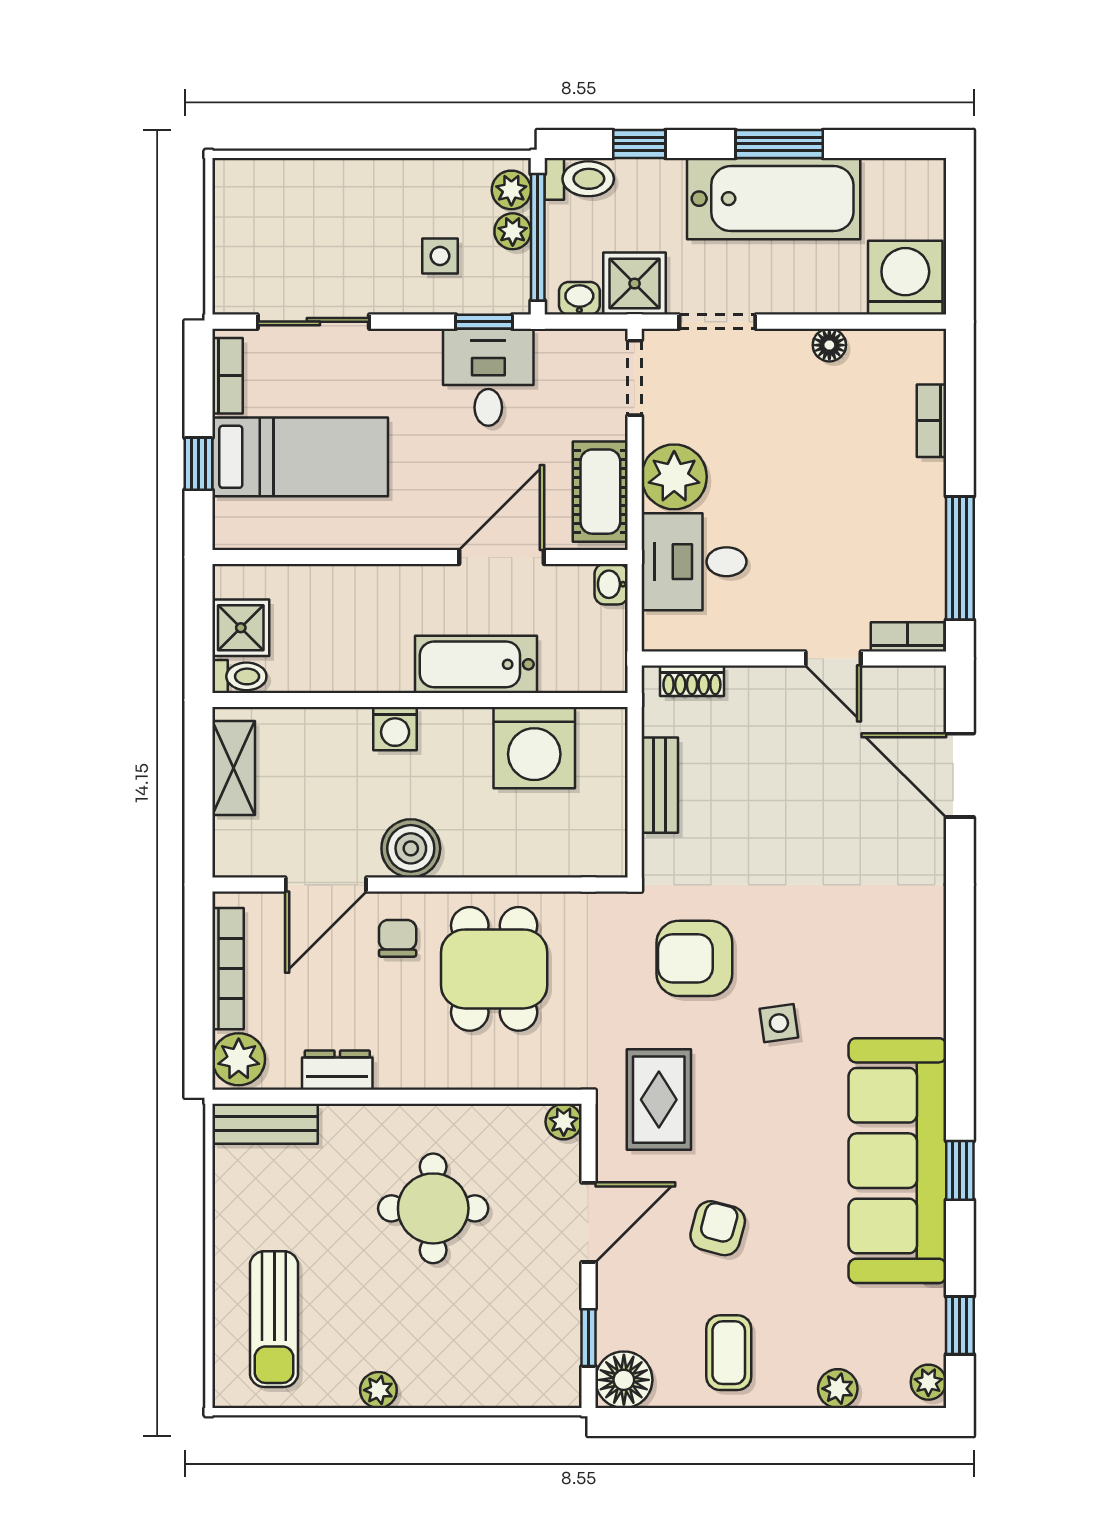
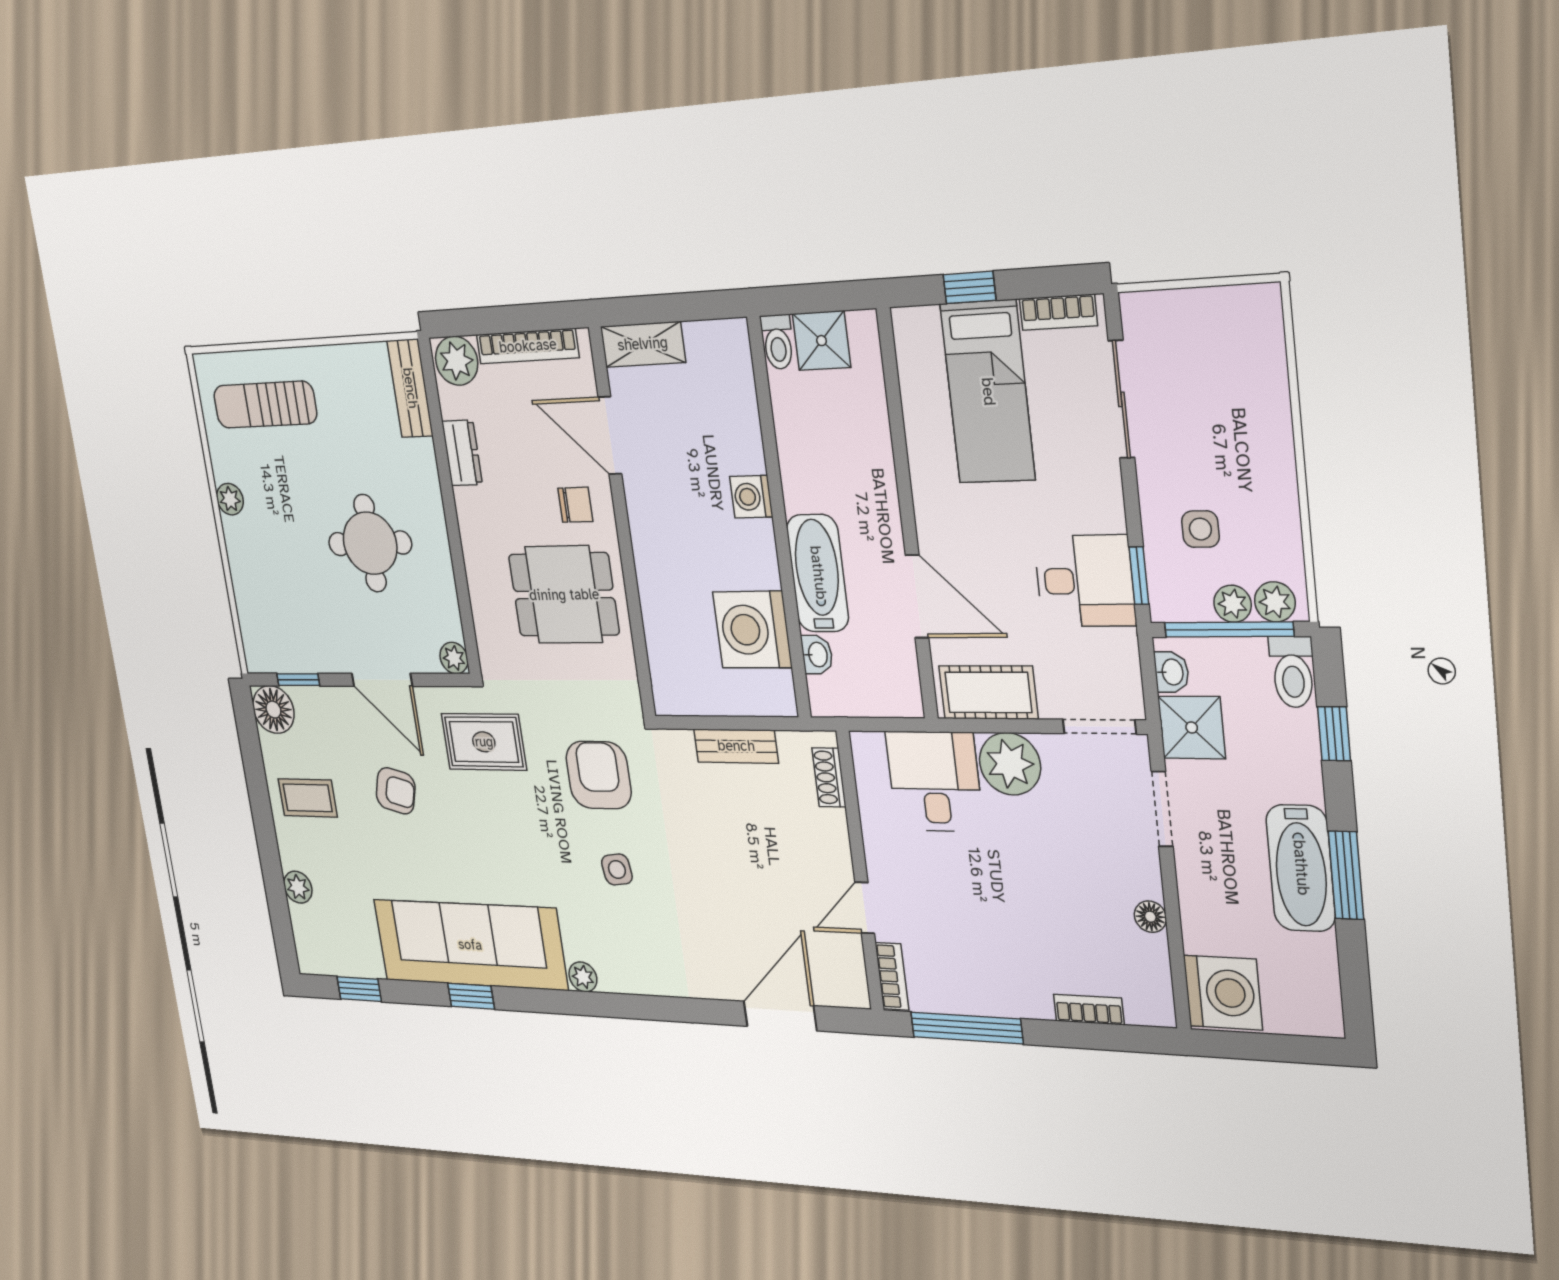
bathtub: (774, 199) -> (1301, 868), width x0.73, depth x0.73
washbasin: (611, 584) -> (817, 655), moved, turned 90
shelving: (234, 768) -> (643, 344), moved
boiler: (411, 848) -> (651, 515), removed
side table: (779, 1023) -> (617, 870), moved
plant: (928, 1382) -> (583, 977), moved

